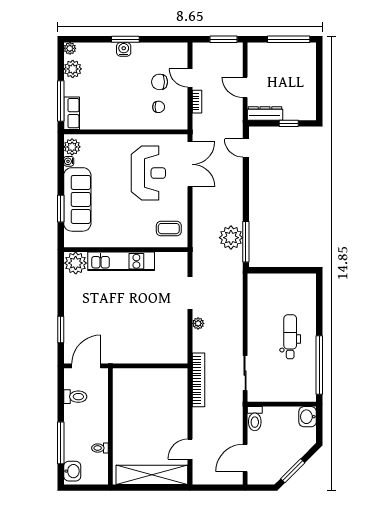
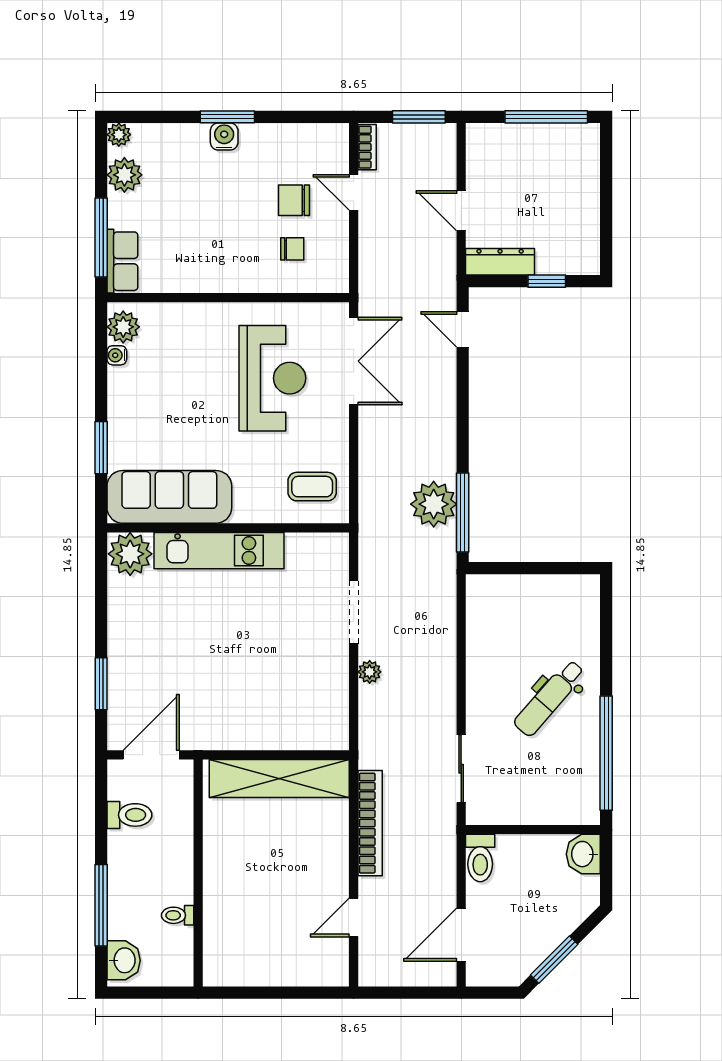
bookcase: (197, 102) -> (367, 147), moved
sofa: (77, 199) -> (169, 497), moved, turned -90
dental chair: (290, 337) -> (549, 698), turned -139
bookcase: (198, 380) -> (370, 823), moved
shelving: (152, 475) -> (279, 778), moved

